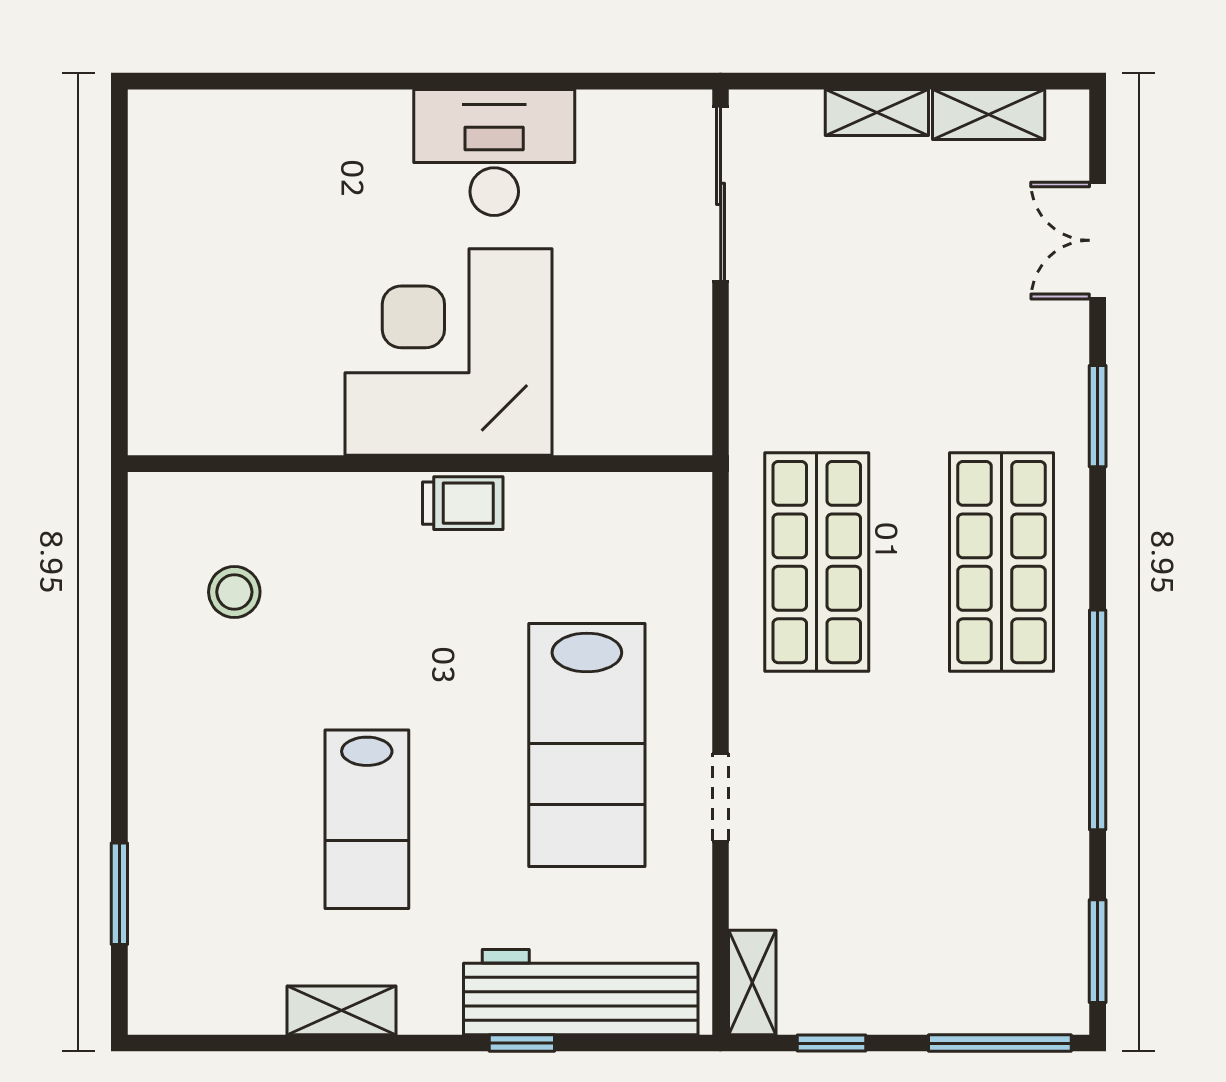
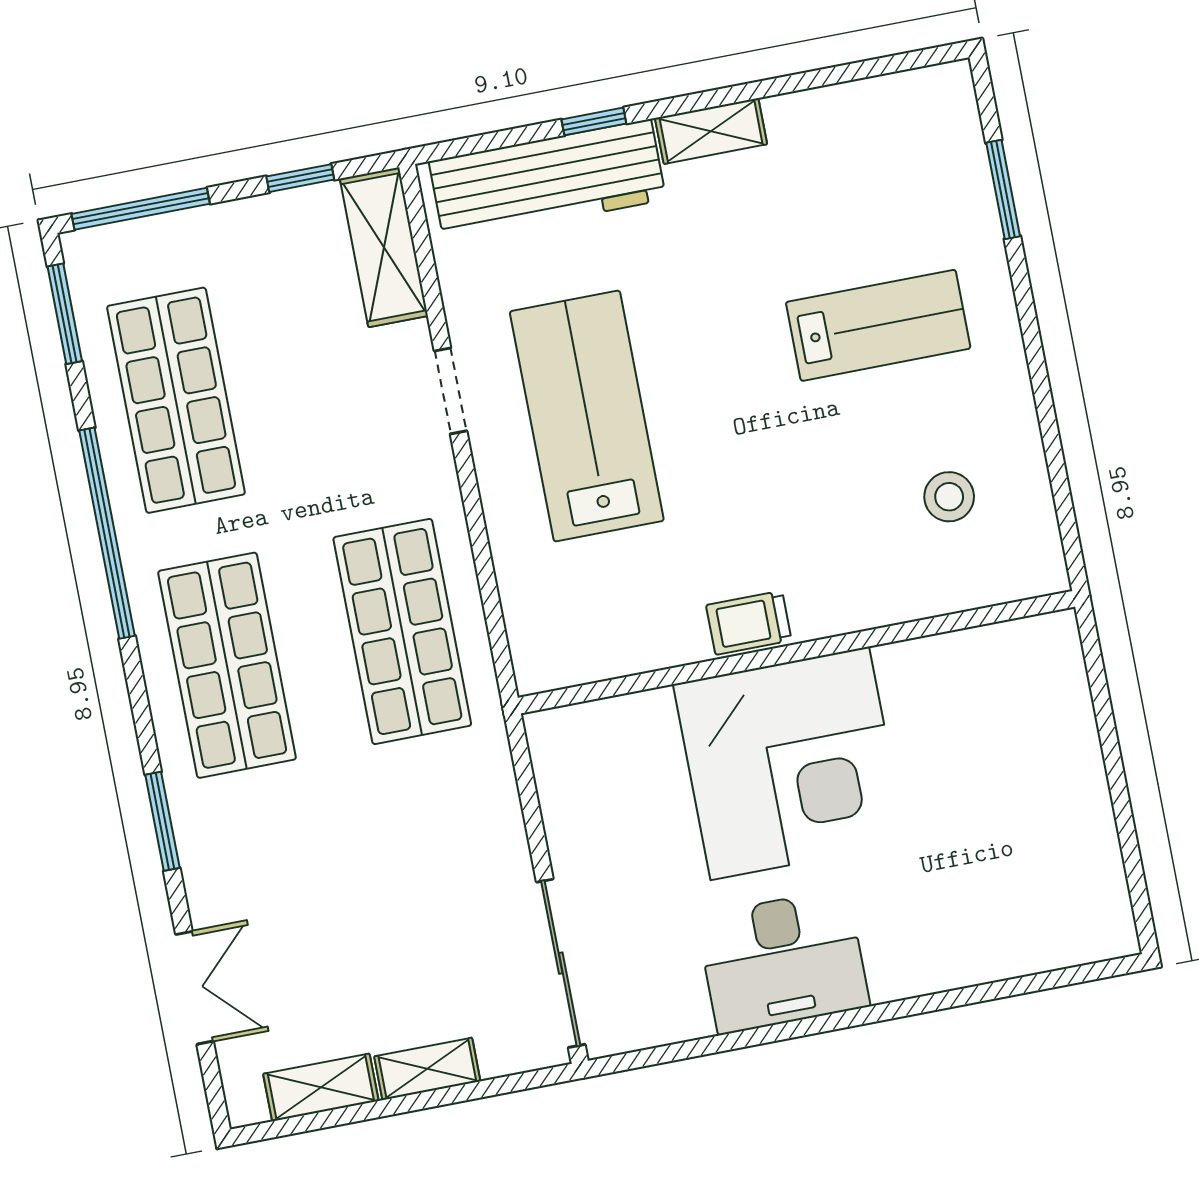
lab bench: (367, 819) -> (878, 325), moved, turned 90
shop shelf: (1001, 842) -> (176, 400), added
shelving: (752, 982) -> (384, 247), width x1.50, depth x1.33
shelving: (342, 1010) -> (711, 131), moved

